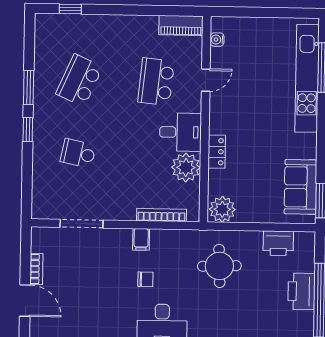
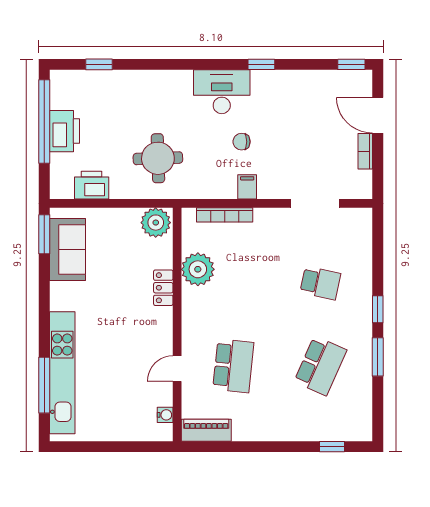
desk: (180, 132) -> (205, 309), removed

